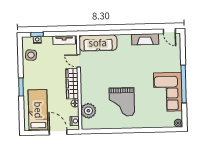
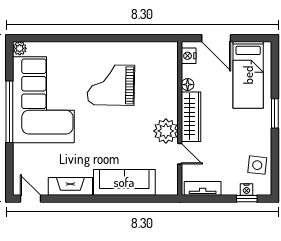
sofa: (98, 43) -> (124, 182), moved
corner sofa: (168, 92) -> (43, 100), width x1.36, depth x1.36
grand piano: (122, 102) -> (111, 85), turned -89
plant: (88, 111) -> (166, 131), moved

